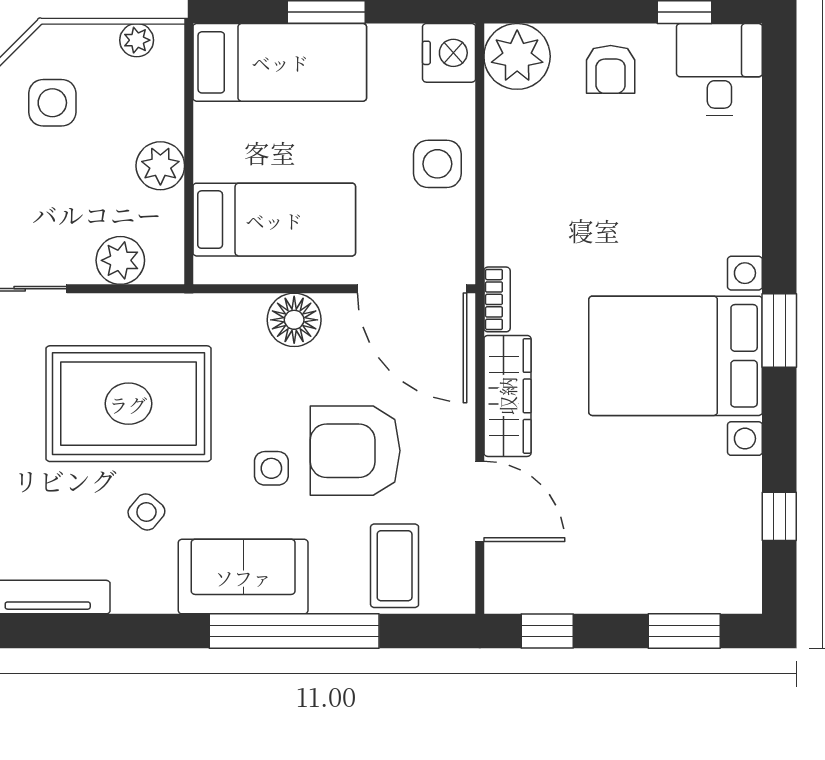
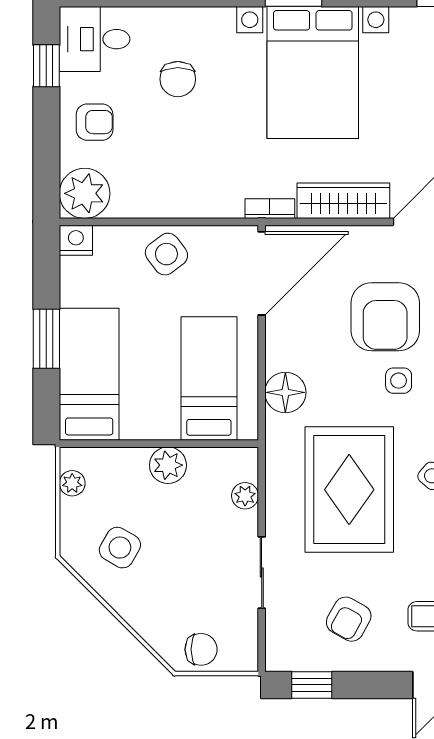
nightstand: (449, 53) -> (76, 240), width x0.74, depth x0.75
side table: (52, 103) -> (120, 548), turned 30
side table: (437, 164) -> (166, 254), turned -37
chair: (667, 179) -> (178, 79), added
plant: (120, 260) -> (245, 496), width x0.73, depth x0.73
floor lamp: (294, 320) -> (285, 392), moved

